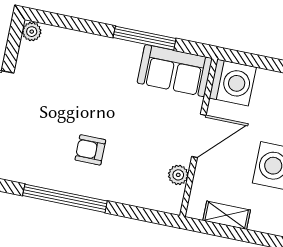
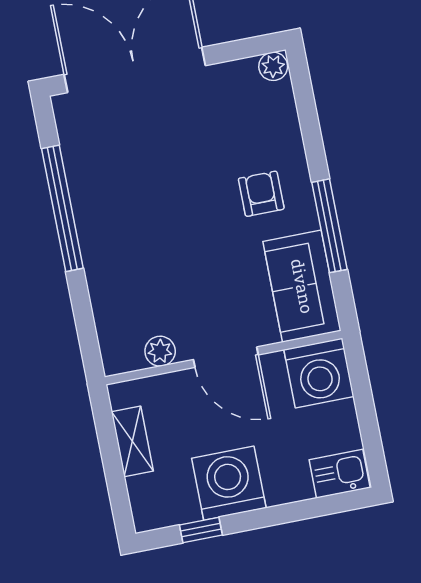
armchair: (90, 150) -> (261, 194), moved

